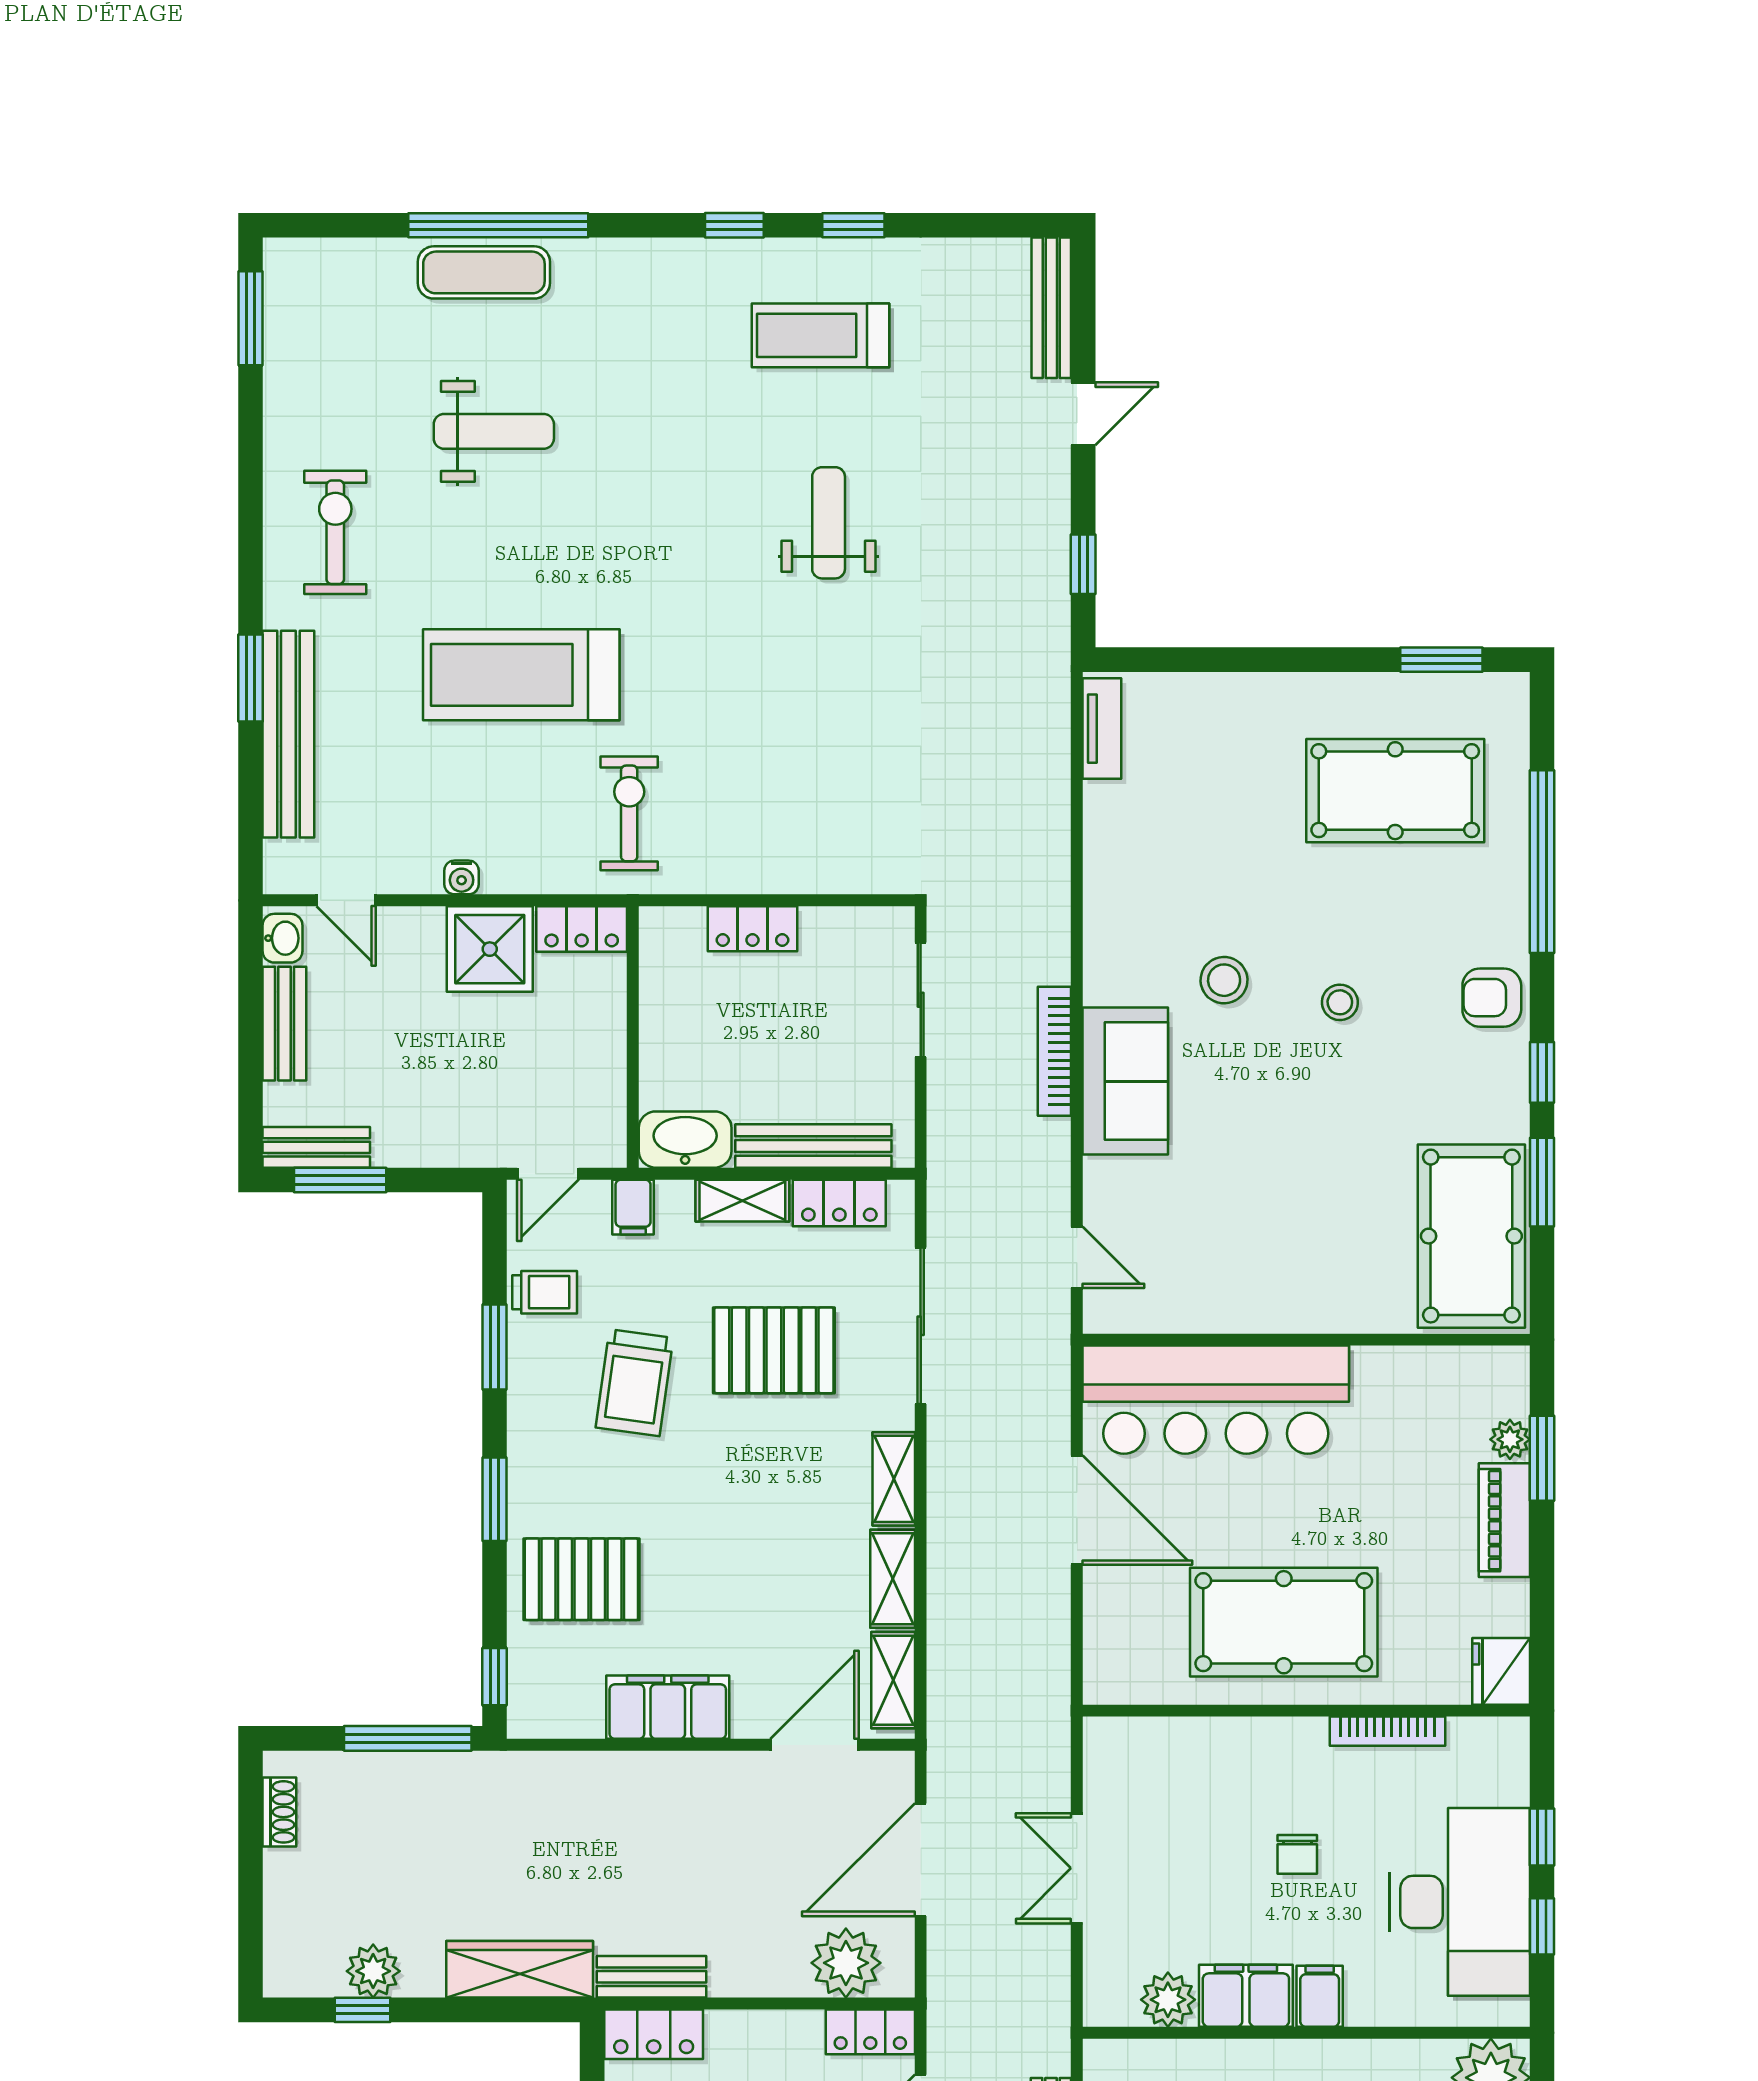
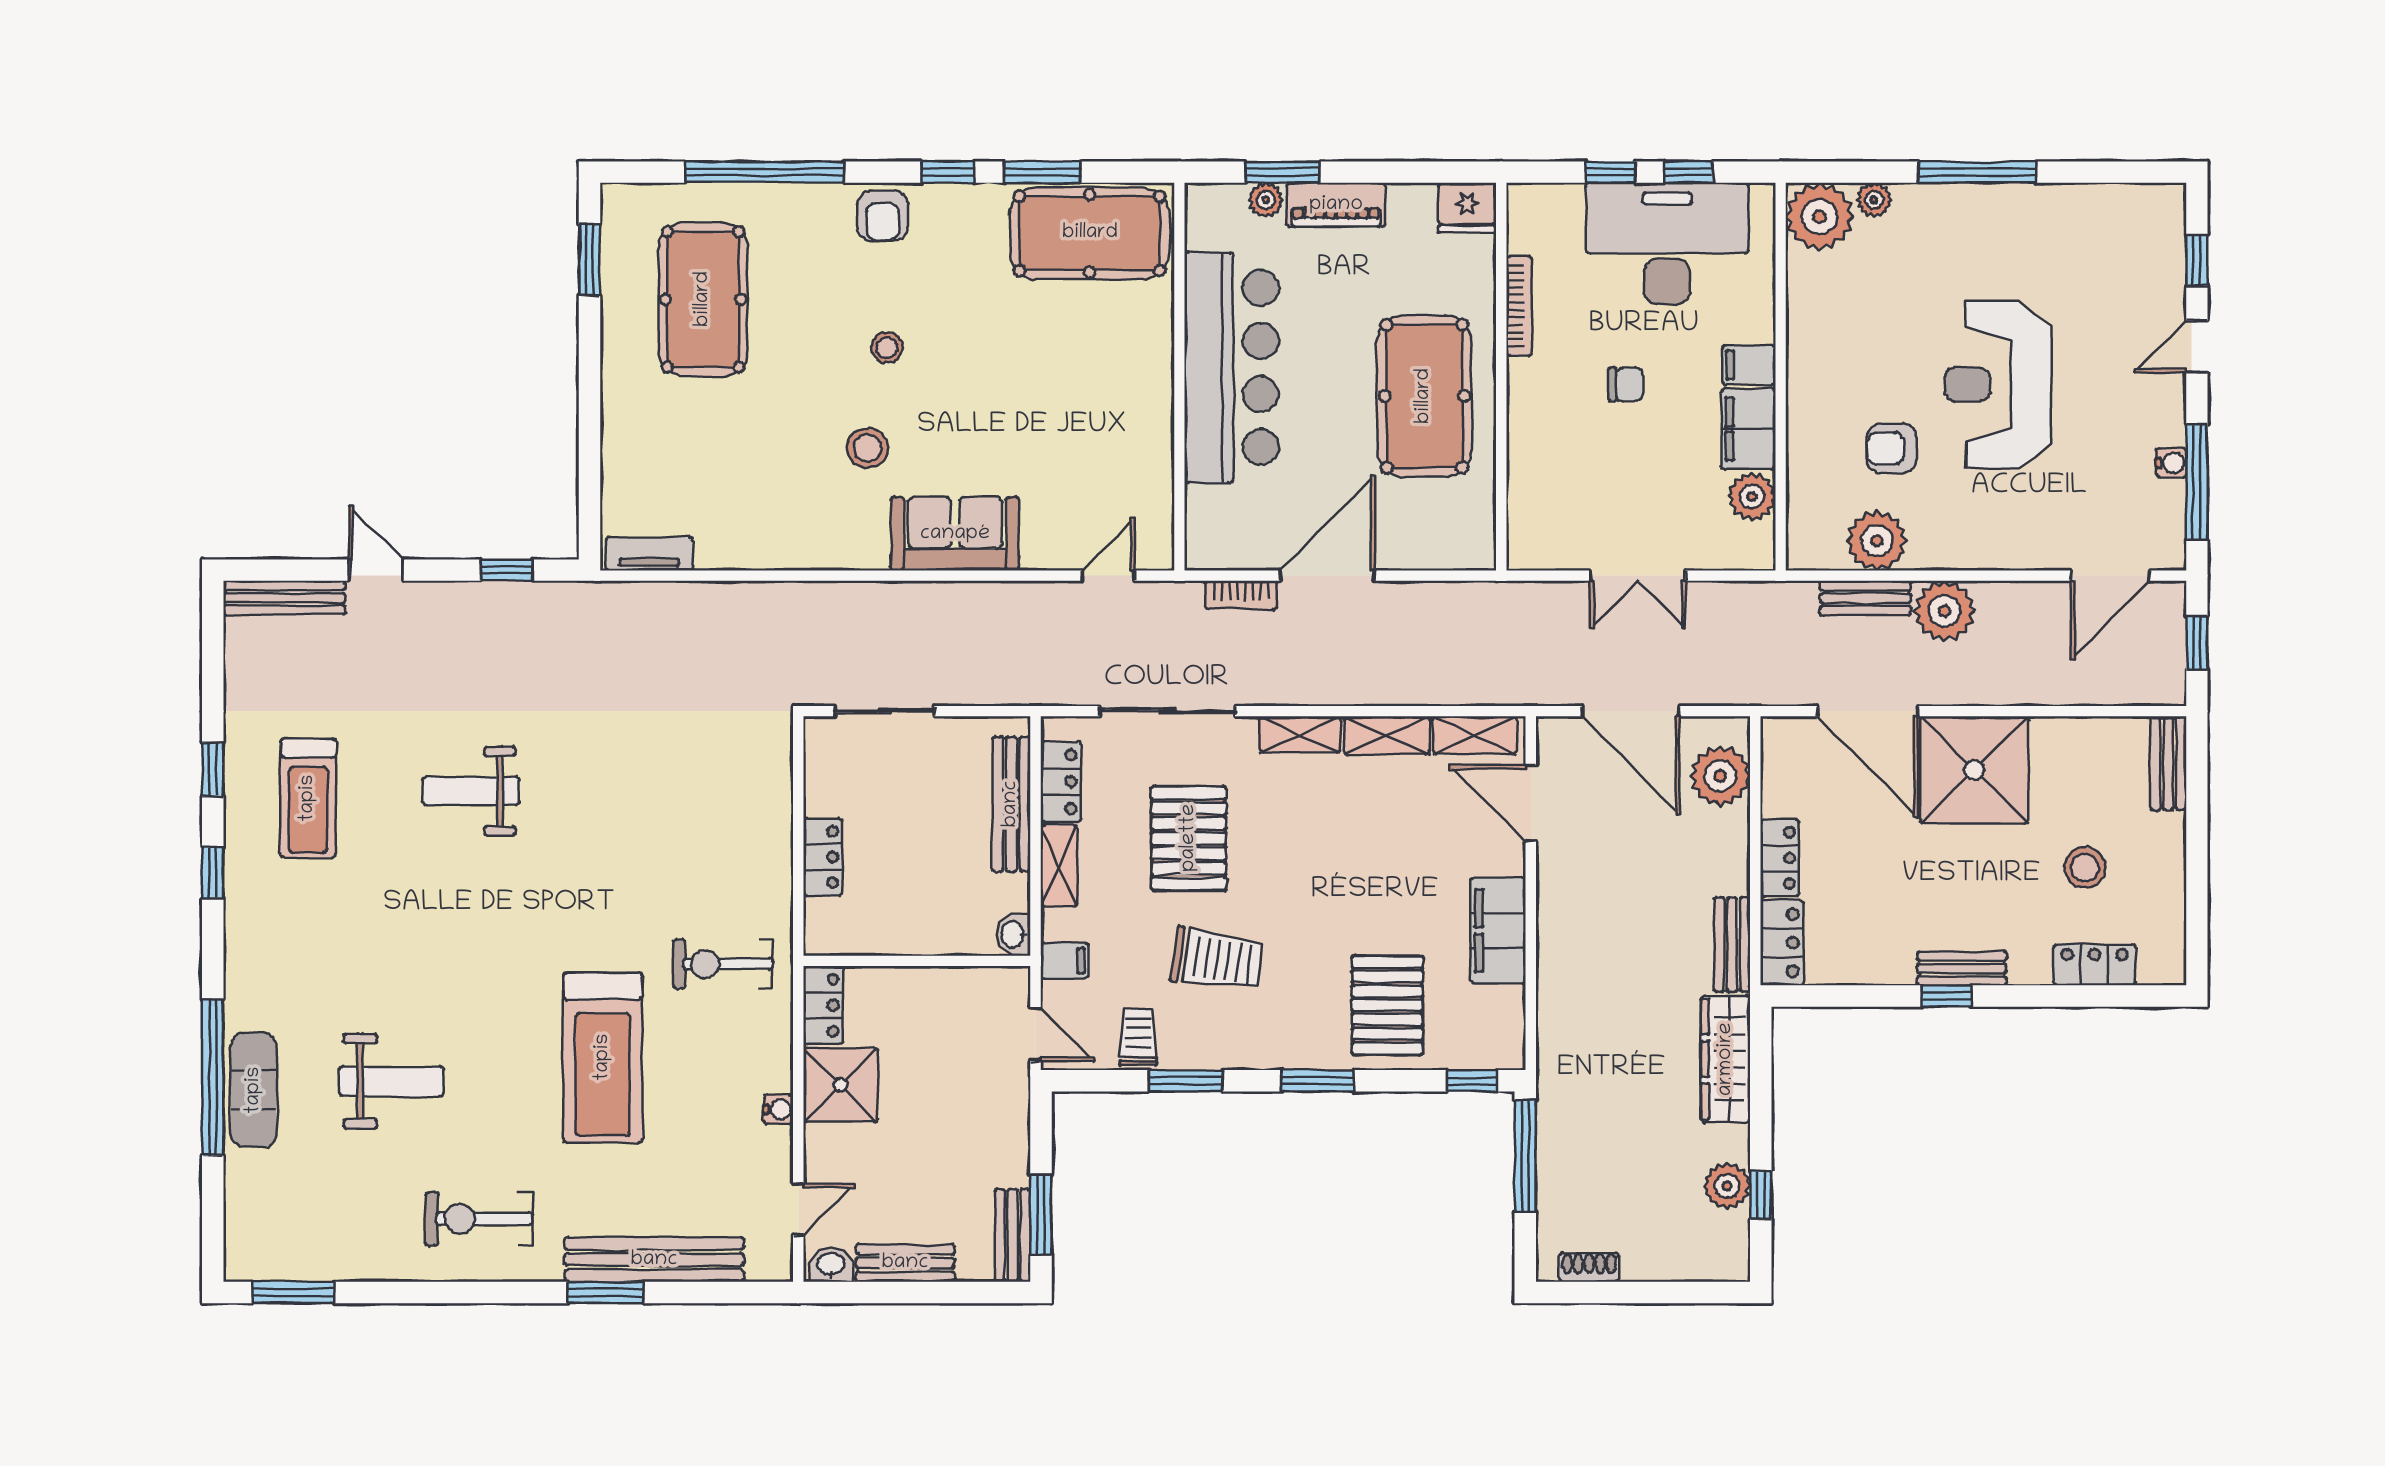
weight bench: (494, 431) -> (391, 1081), turned 90
bookcase: (1054, 1051) -> (1241, 595), moved, width x0.64
washbasin: (685, 1140) -> (1013, 935), width x0.52, depth x0.69
bar counter: (1216, 1400) -> (1232, 367), moved
locker: (870, 2032) -> (1780, 858), moved

